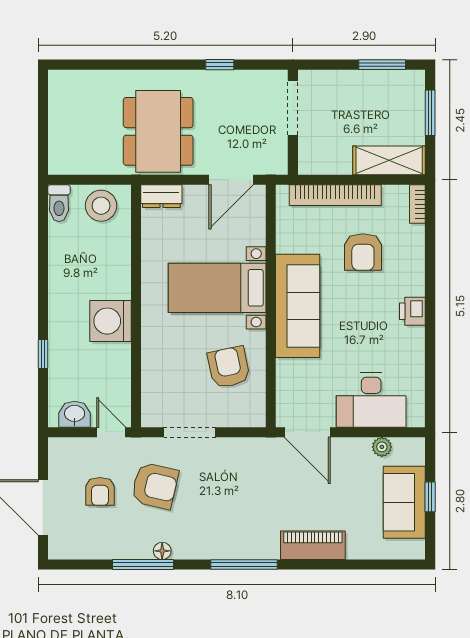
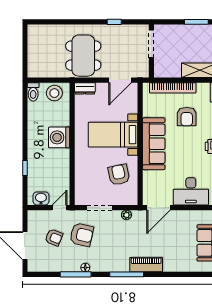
washing machine: (111, 321) -> (59, 137), moved
door: (111, 432) -> (60, 208), hinge flipped
door: (307, 432) -> (159, 208), hinge flipped
plant: (382, 447) -> (126, 215), moved
armchair: (100, 491) -> (54, 237), turned -68
piano: (313, 545) -> (146, 265), moved

